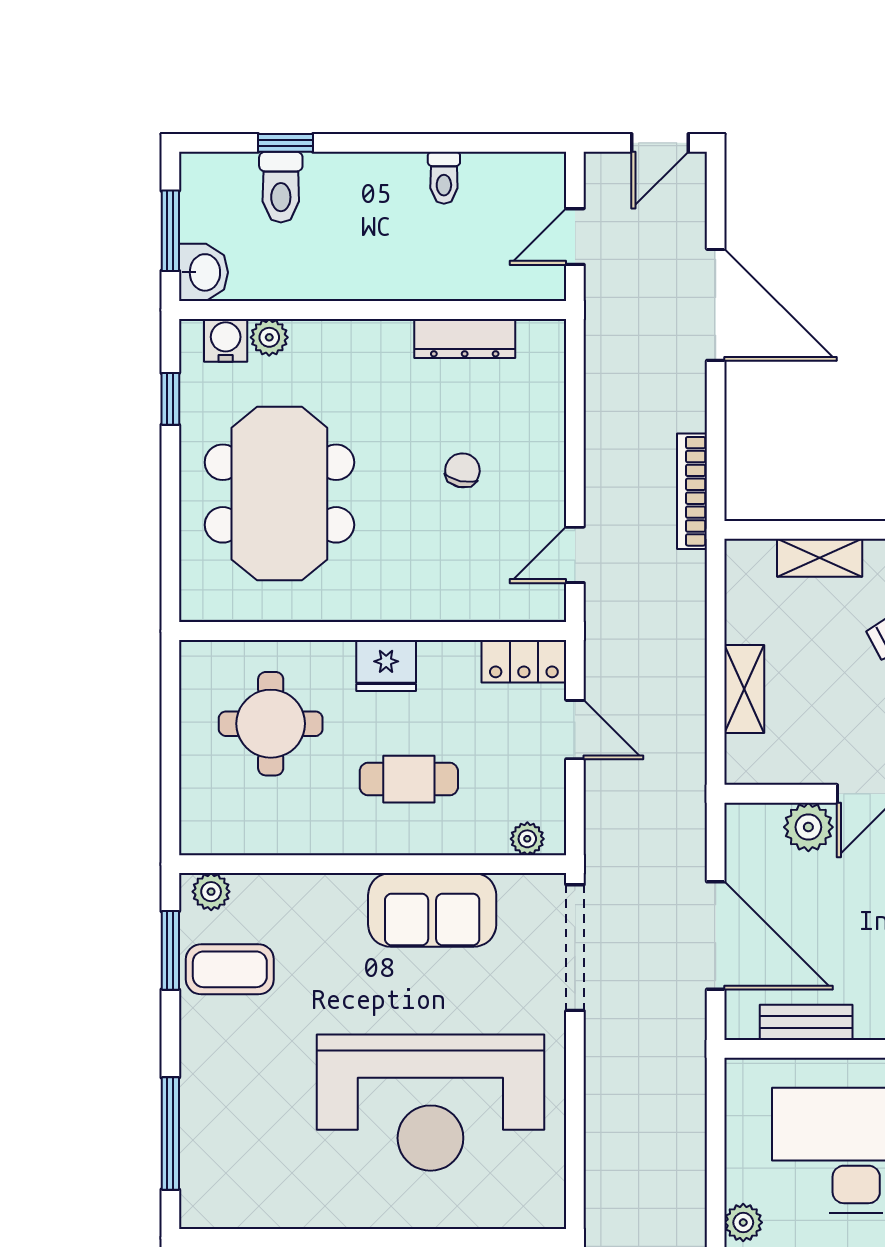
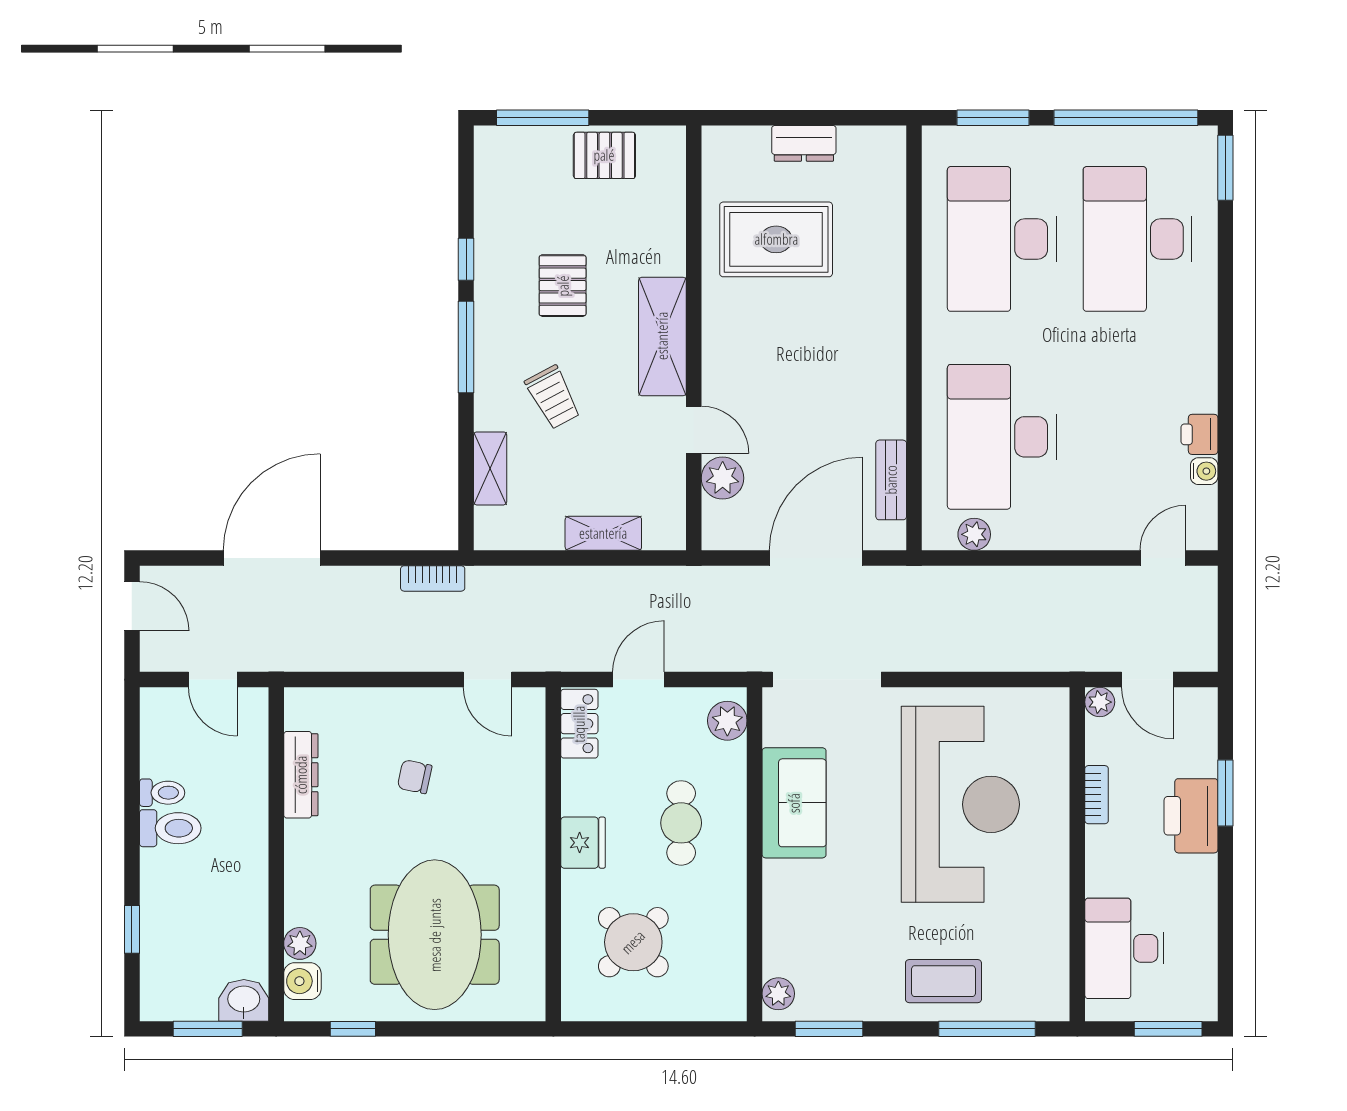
toilet: (281, 187) -> (170, 828), moved
bookcase: (692, 491) -> (433, 578), width x0.64
meeting table: (279, 494) -> (435, 935), turned 90
round table: (271, 724) -> (633, 942), turned 45
plant: (527, 839) -> (727, 721), width x1.38, depth x1.38
coffee table: (230, 969) -> (943, 981), moved, turned 90
plant: (743, 1222) -> (974, 534), moved

